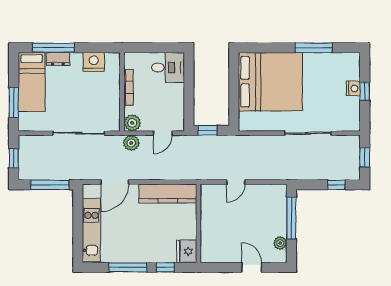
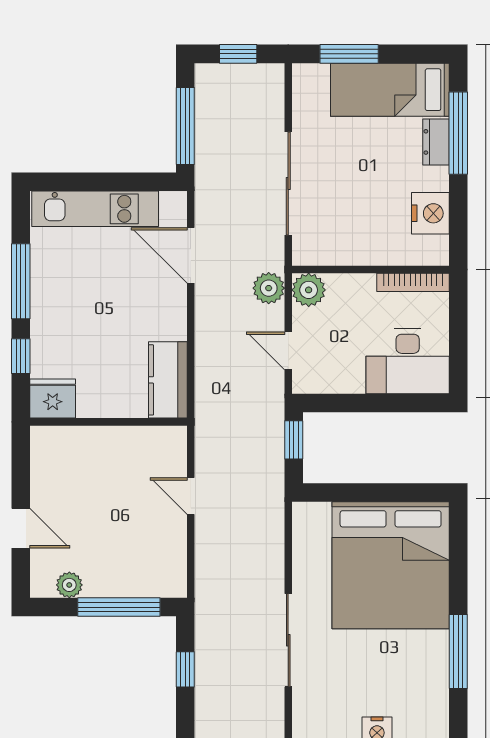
desk: (168, 68) -> (408, 361), width x1.37
bookcase: (128, 87) -> (413, 282), moved
window: (336, 185) -> (185, 669), moved
kitchen counter: (168, 193) -> (168, 380), width x0.67
door: (252, 267) -> (21, 528), hinge flipped

